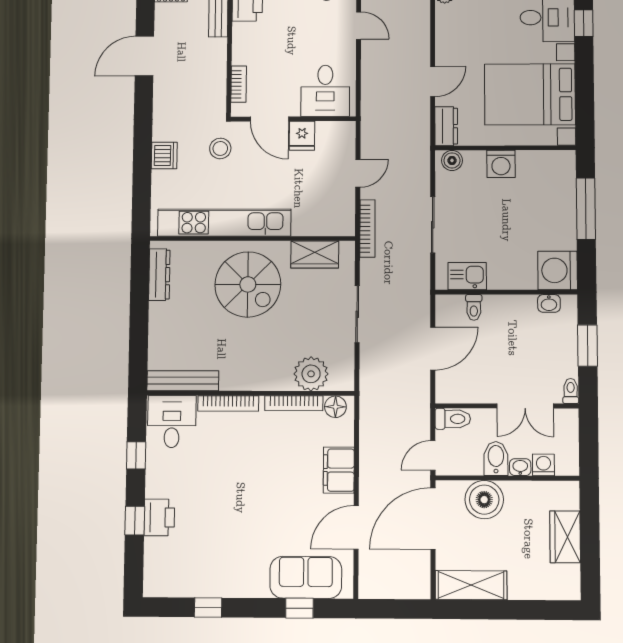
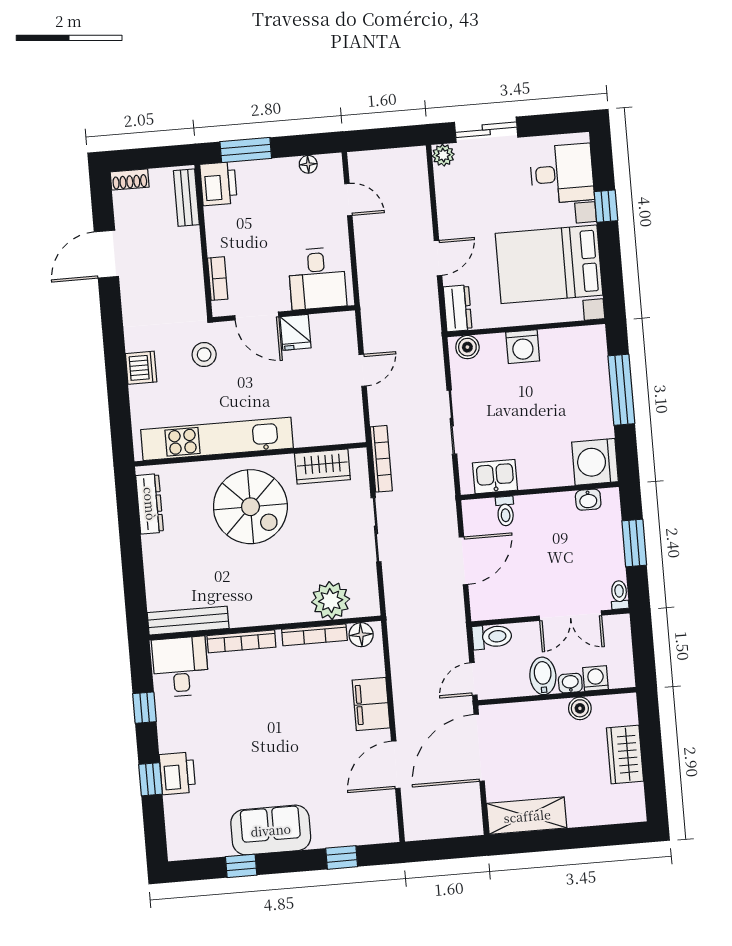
window: (584, 23) -> (606, 206), moved
bookcase: (367, 229) -> (381, 459), moved
boiler: (484, 500) -> (580, 708), moved, width x0.54, depth x0.54
sofa: (306, 577) -> (271, 830), moved

